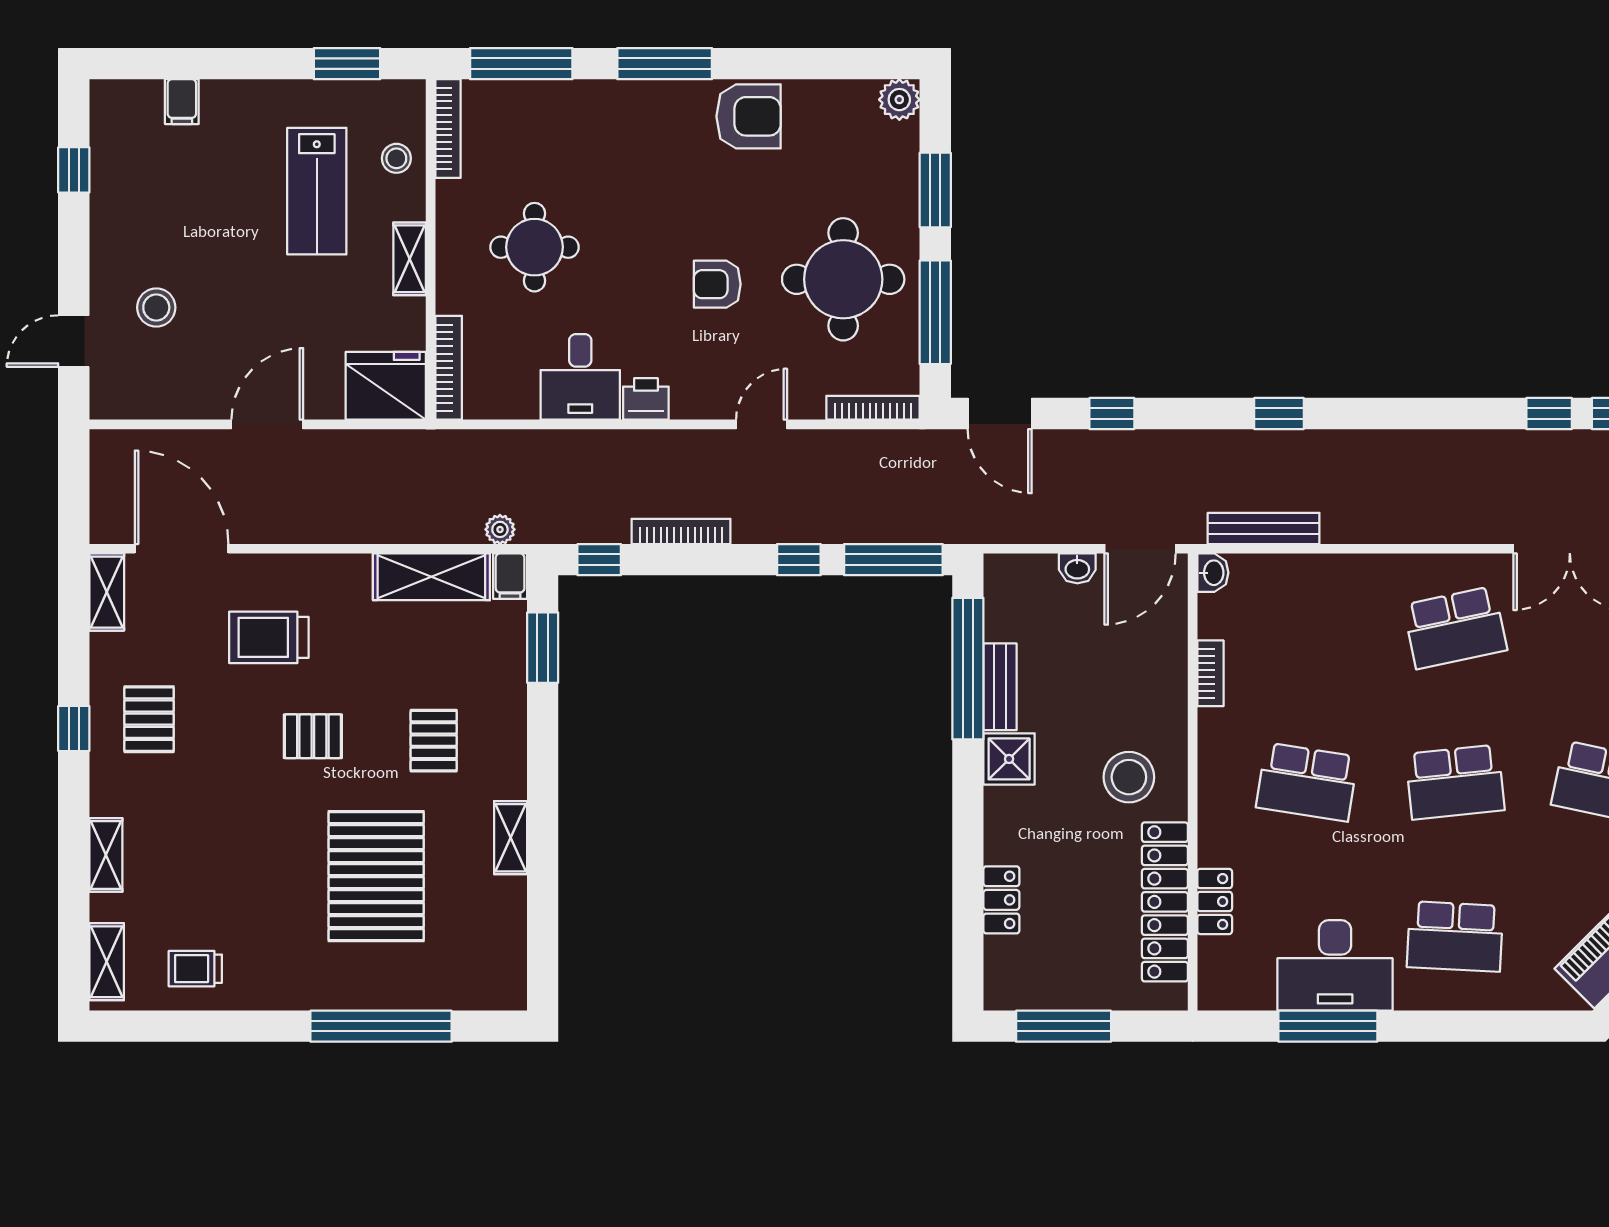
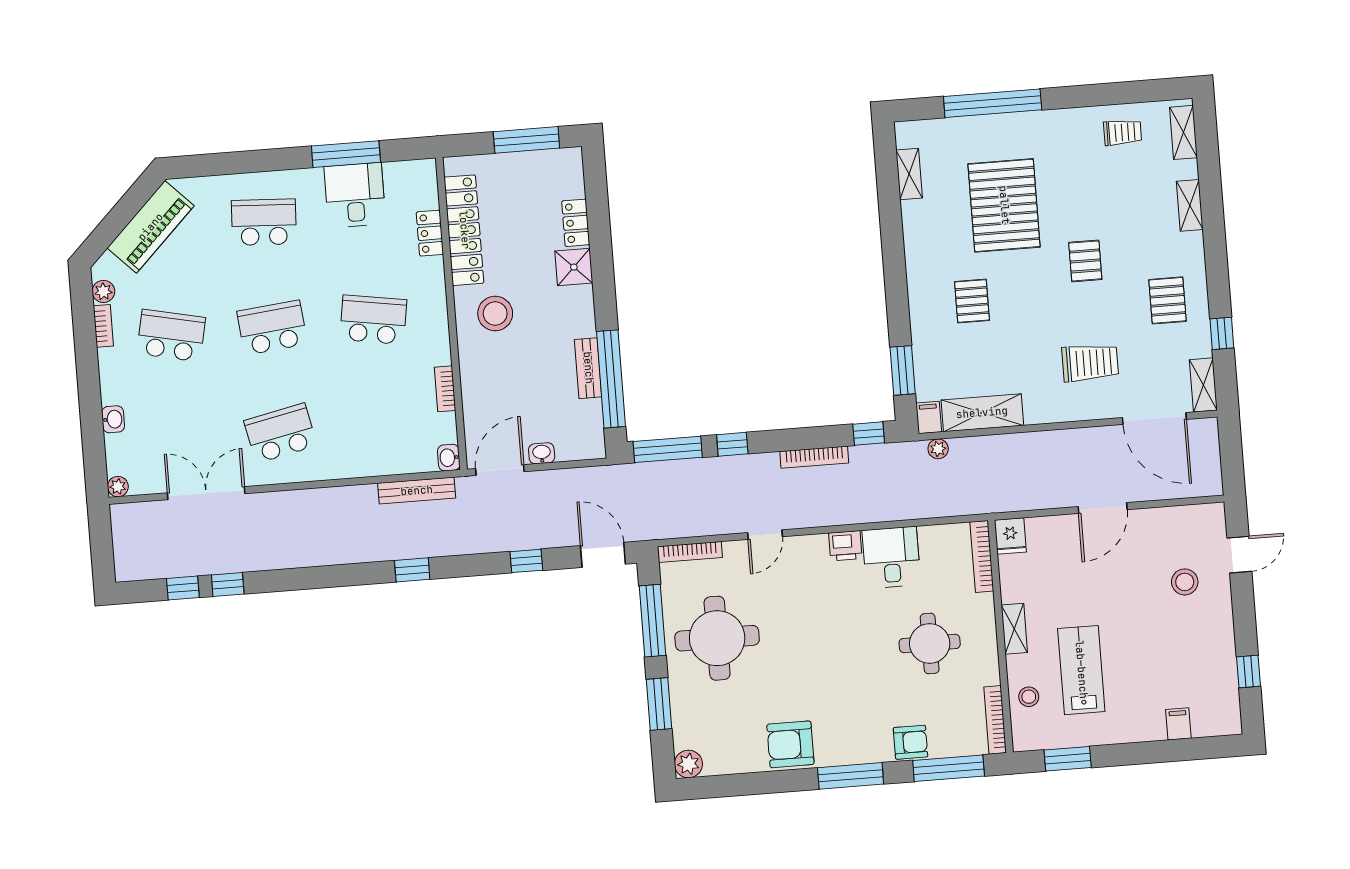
armchair: (717, 284) -> (911, 742), moved
fridge: (386, 386) -> (1010, 536), width x0.53, depth x0.75
window: (74, 729) -> (1222, 333), moved
pallet: (313, 736) -> (1085, 261), moved, turned 90
shower: (1009, 759) -> (574, 267), moved
shelving: (511, 838) -> (909, 174), moved
desk: (1335, 965) -> (355, 195), width x0.73

